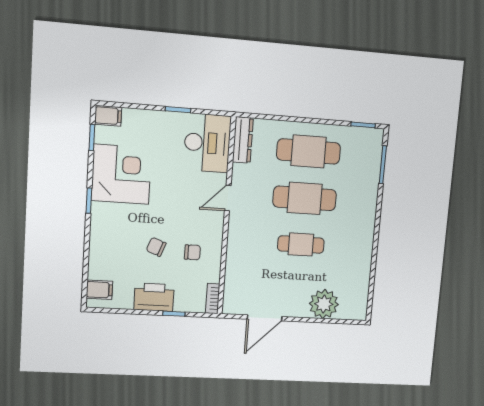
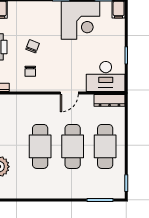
door: (228, 198) -> (69, 93), swing flipped
cafe table: (301, 245) -> (40, 146), width x1.37, depth x1.35

